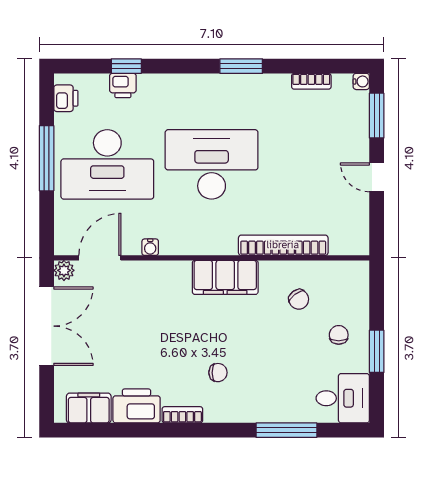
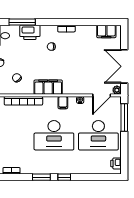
window: (126, 66) -> (64, 177), moved
printer: (123, 86) -> (92, 169), removed
window: (47, 158) -> (124, 118), moved
desk: (107, 164) -> (98, 135), turned 180
filing cabinet: (191, 241) -> (63, 103), added
printer: (137, 406) -> (30, 32), moved

